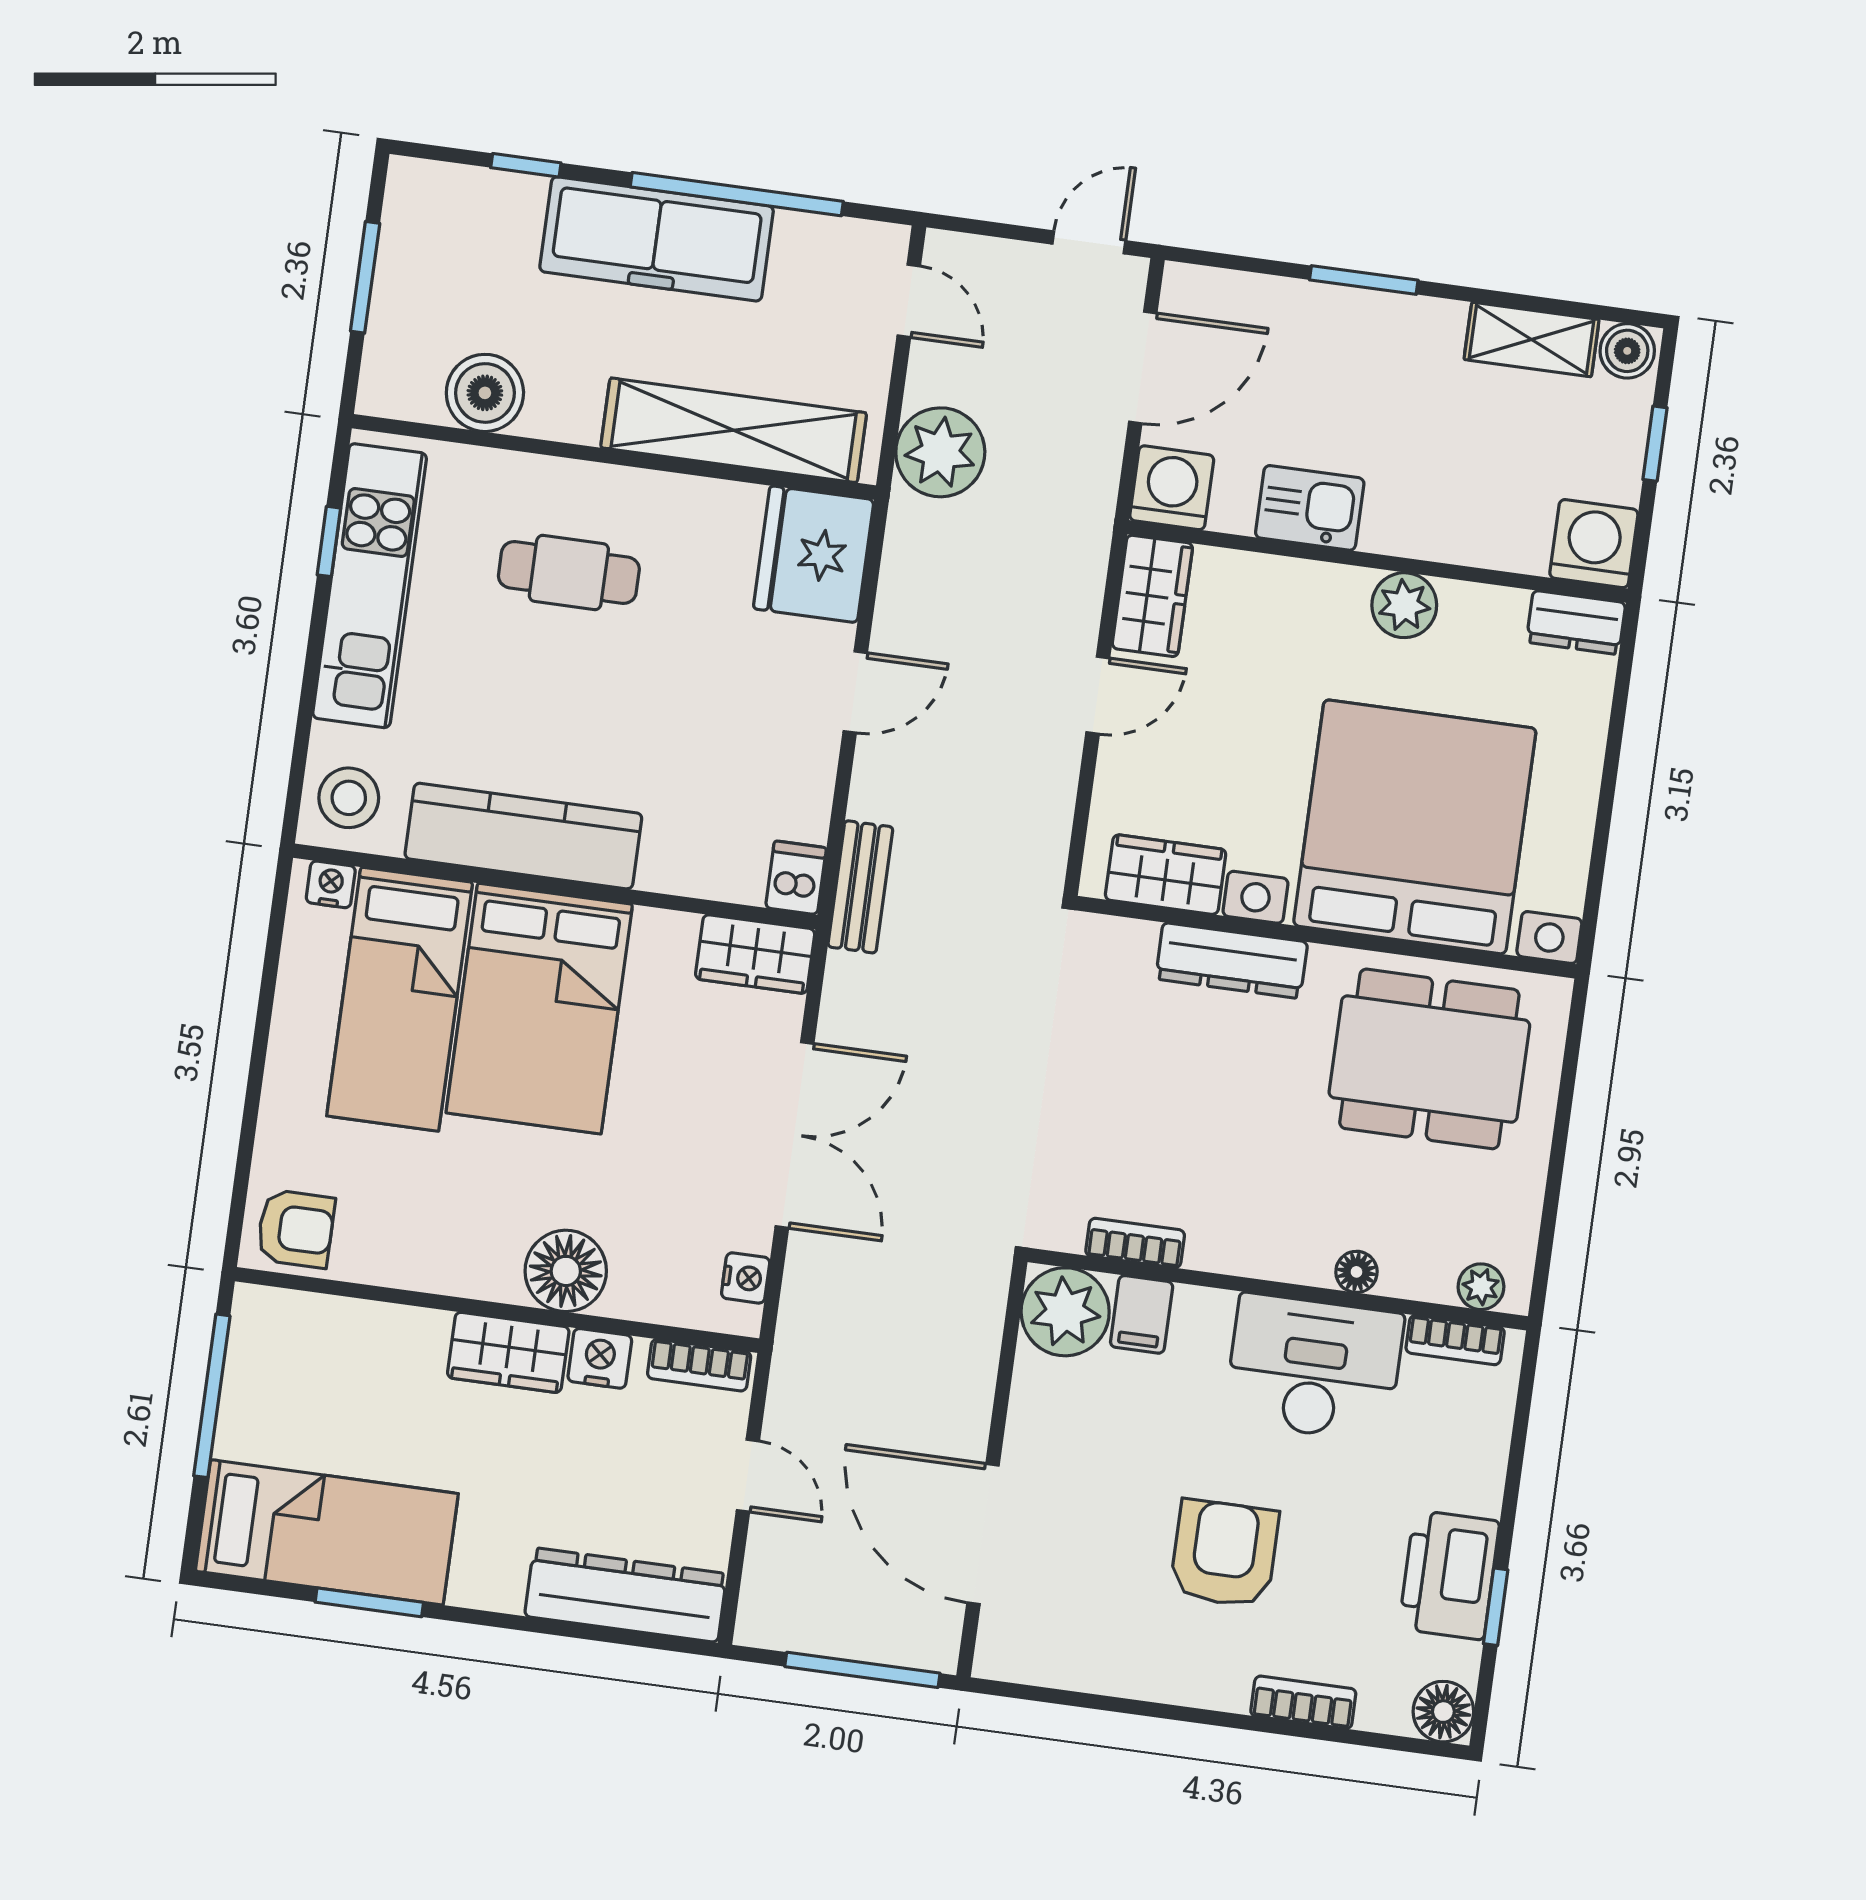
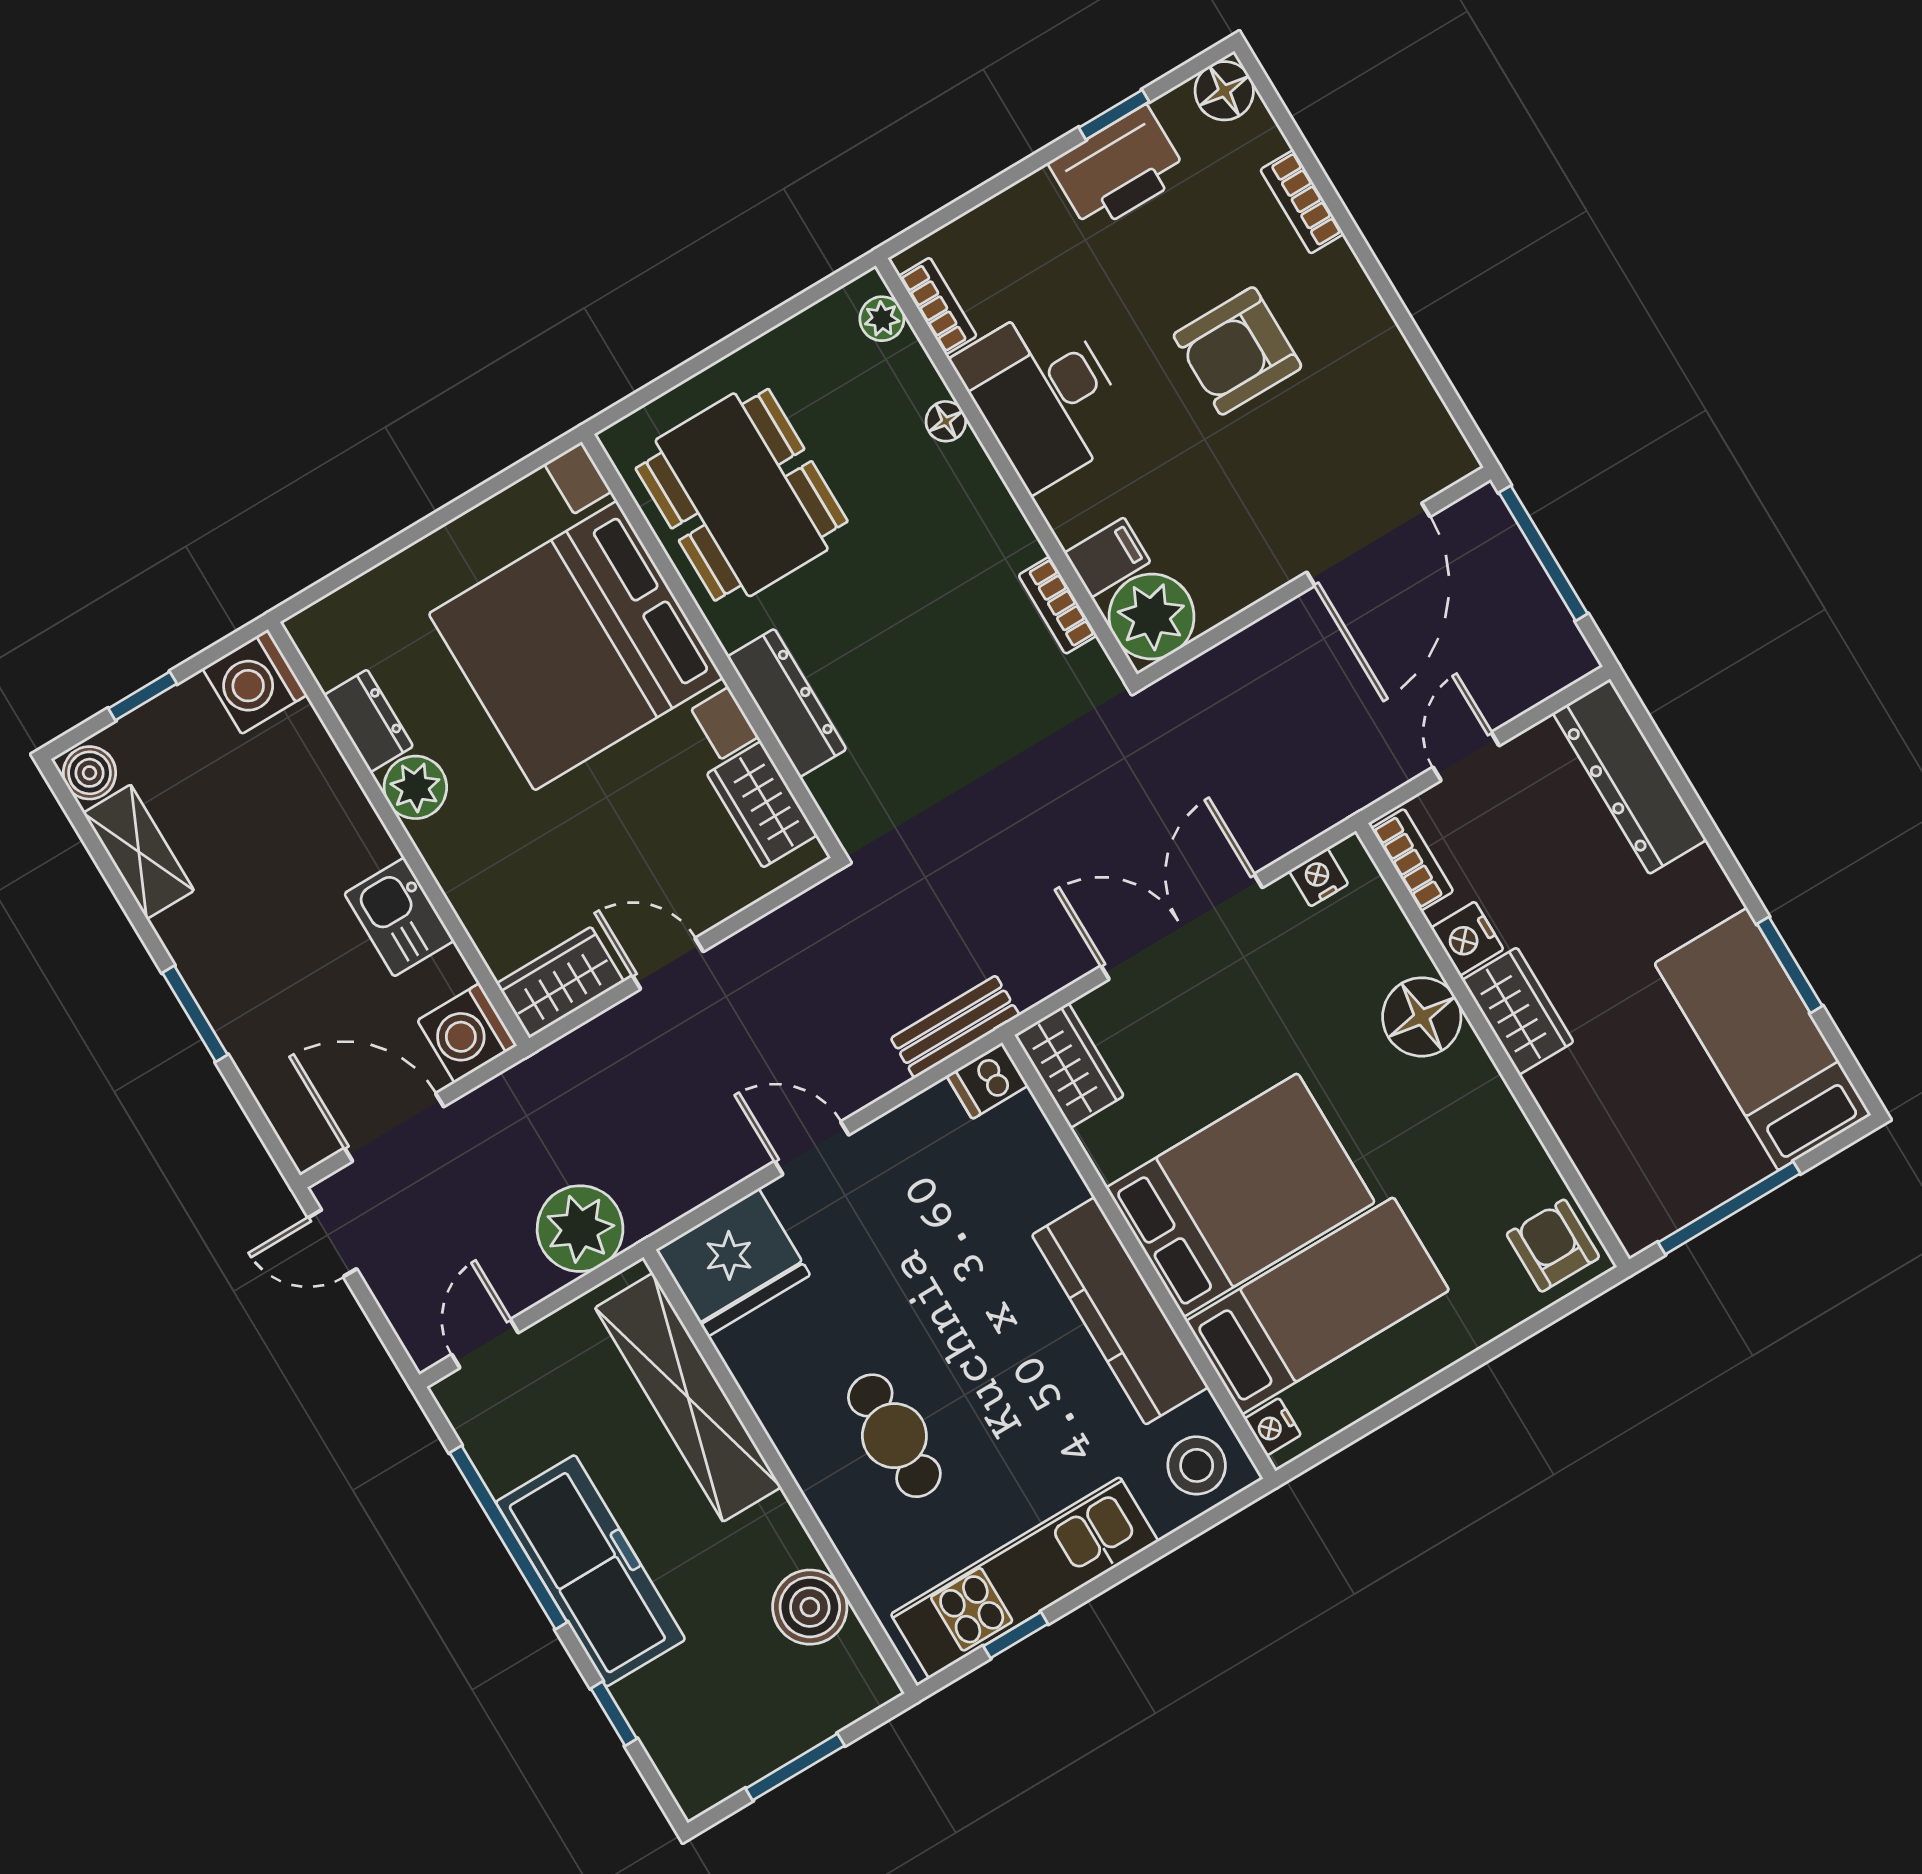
dresser: (1576, 622) -> (369, 721), moved

